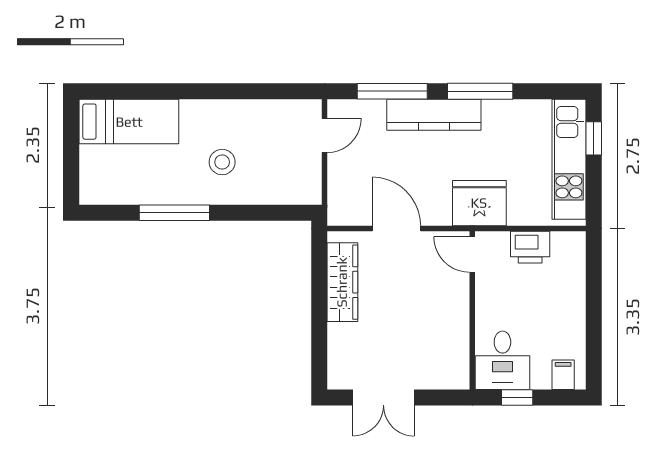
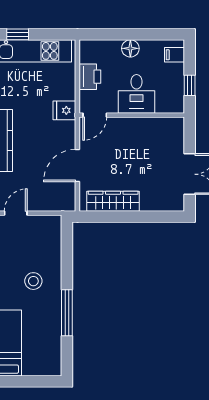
door: (325, 135) -> (16, 213), hinge flipped
fridge: (479, 203) -> (64, 110), width x0.53, depth x0.75
floor lamp: (573, 308) -> (130, 48), added
desk: (502, 360) -> (137, 94), moved, turned 90

